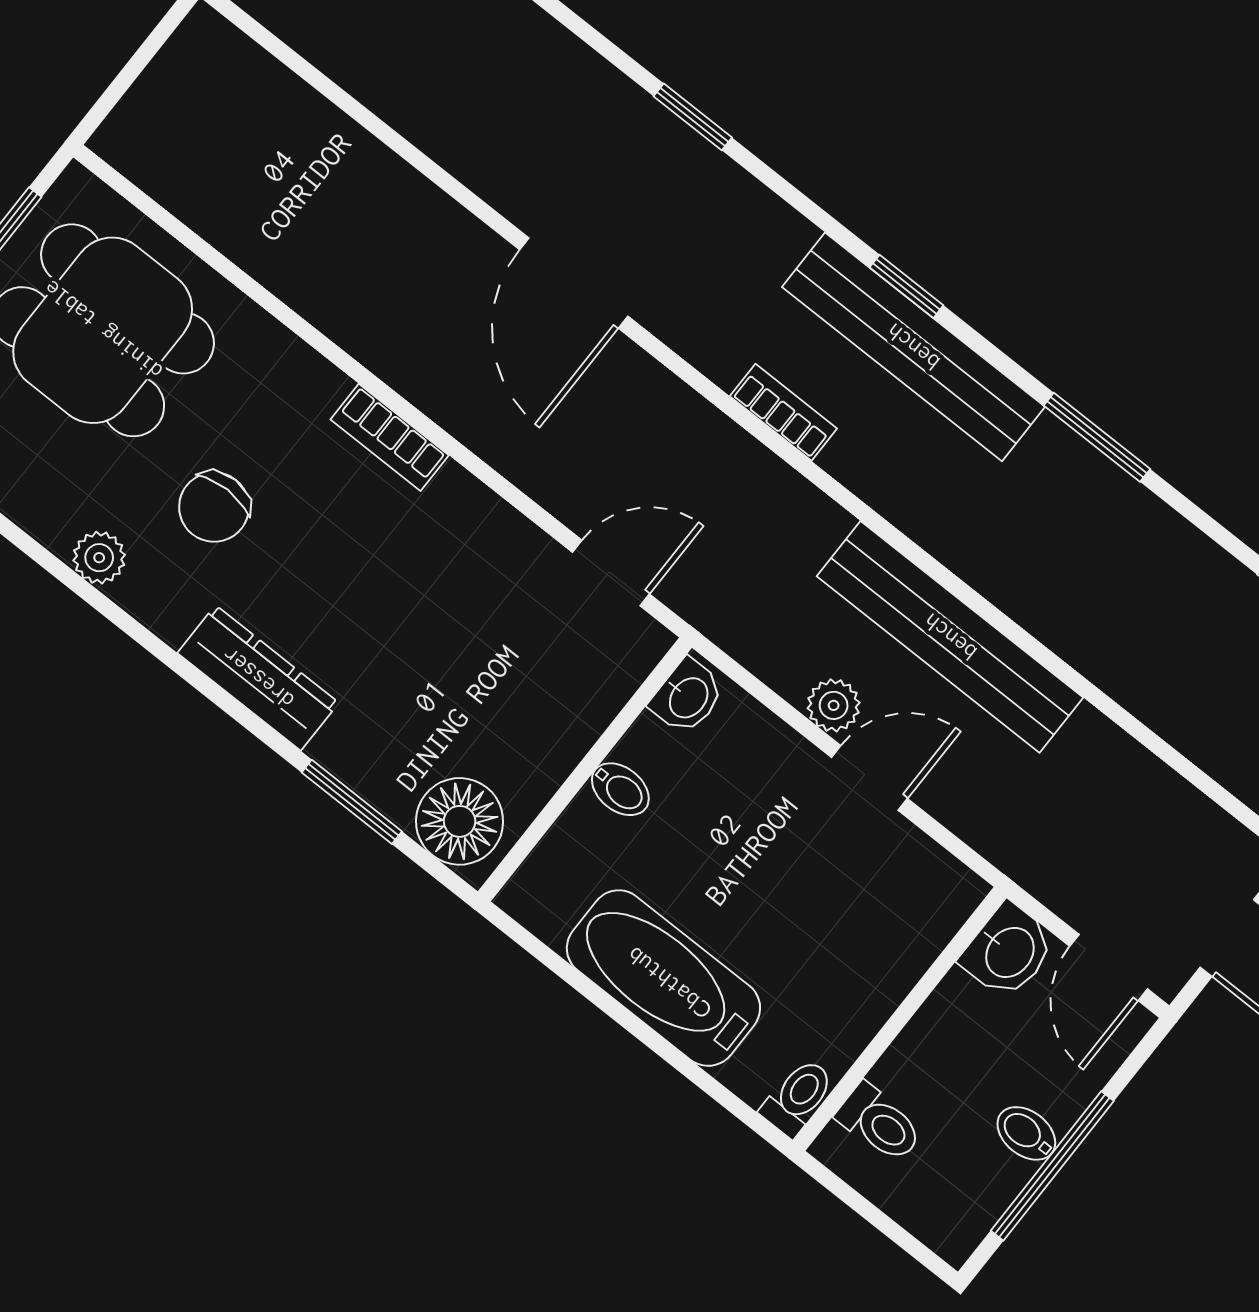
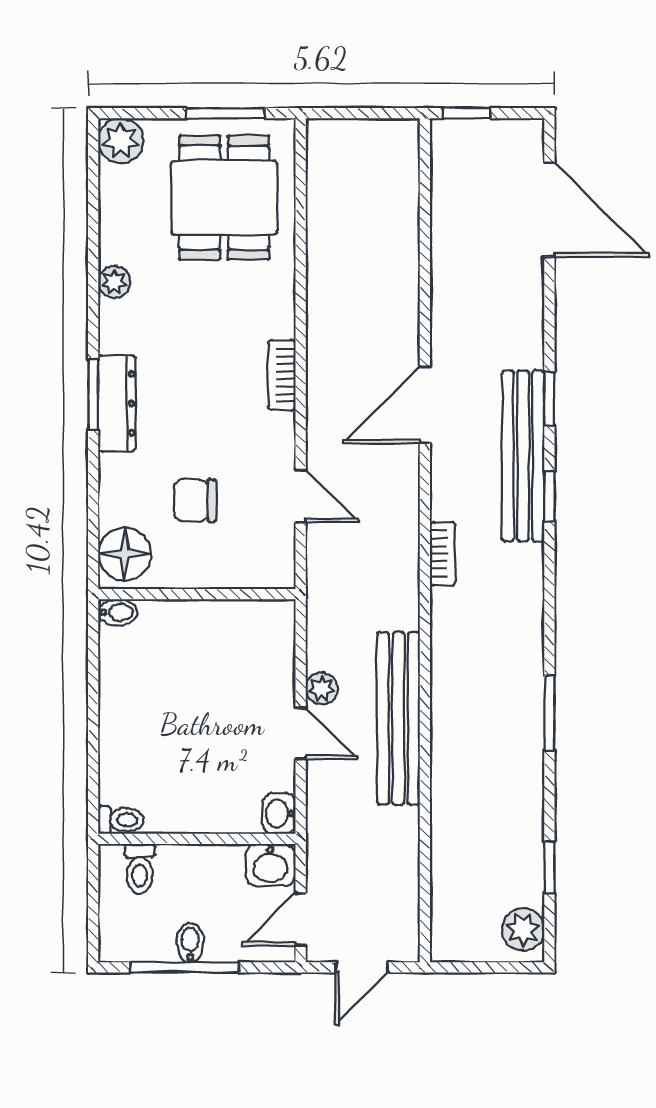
window: (906, 286) -> (549, 496), moved
bench: (913, 347) -> (523, 456), moved
chair: (214, 507) -> (195, 501), moved
door: (611, 573) -> (301, 496), moved
washbasin: (687, 697) -> (279, 814), moved, turned 90
bidet: (620, 789) -> (118, 612), moved, turned -90
window: (352, 802) -> (93, 394), moved
bathtub: (663, 978) -> (127, 711), removed

